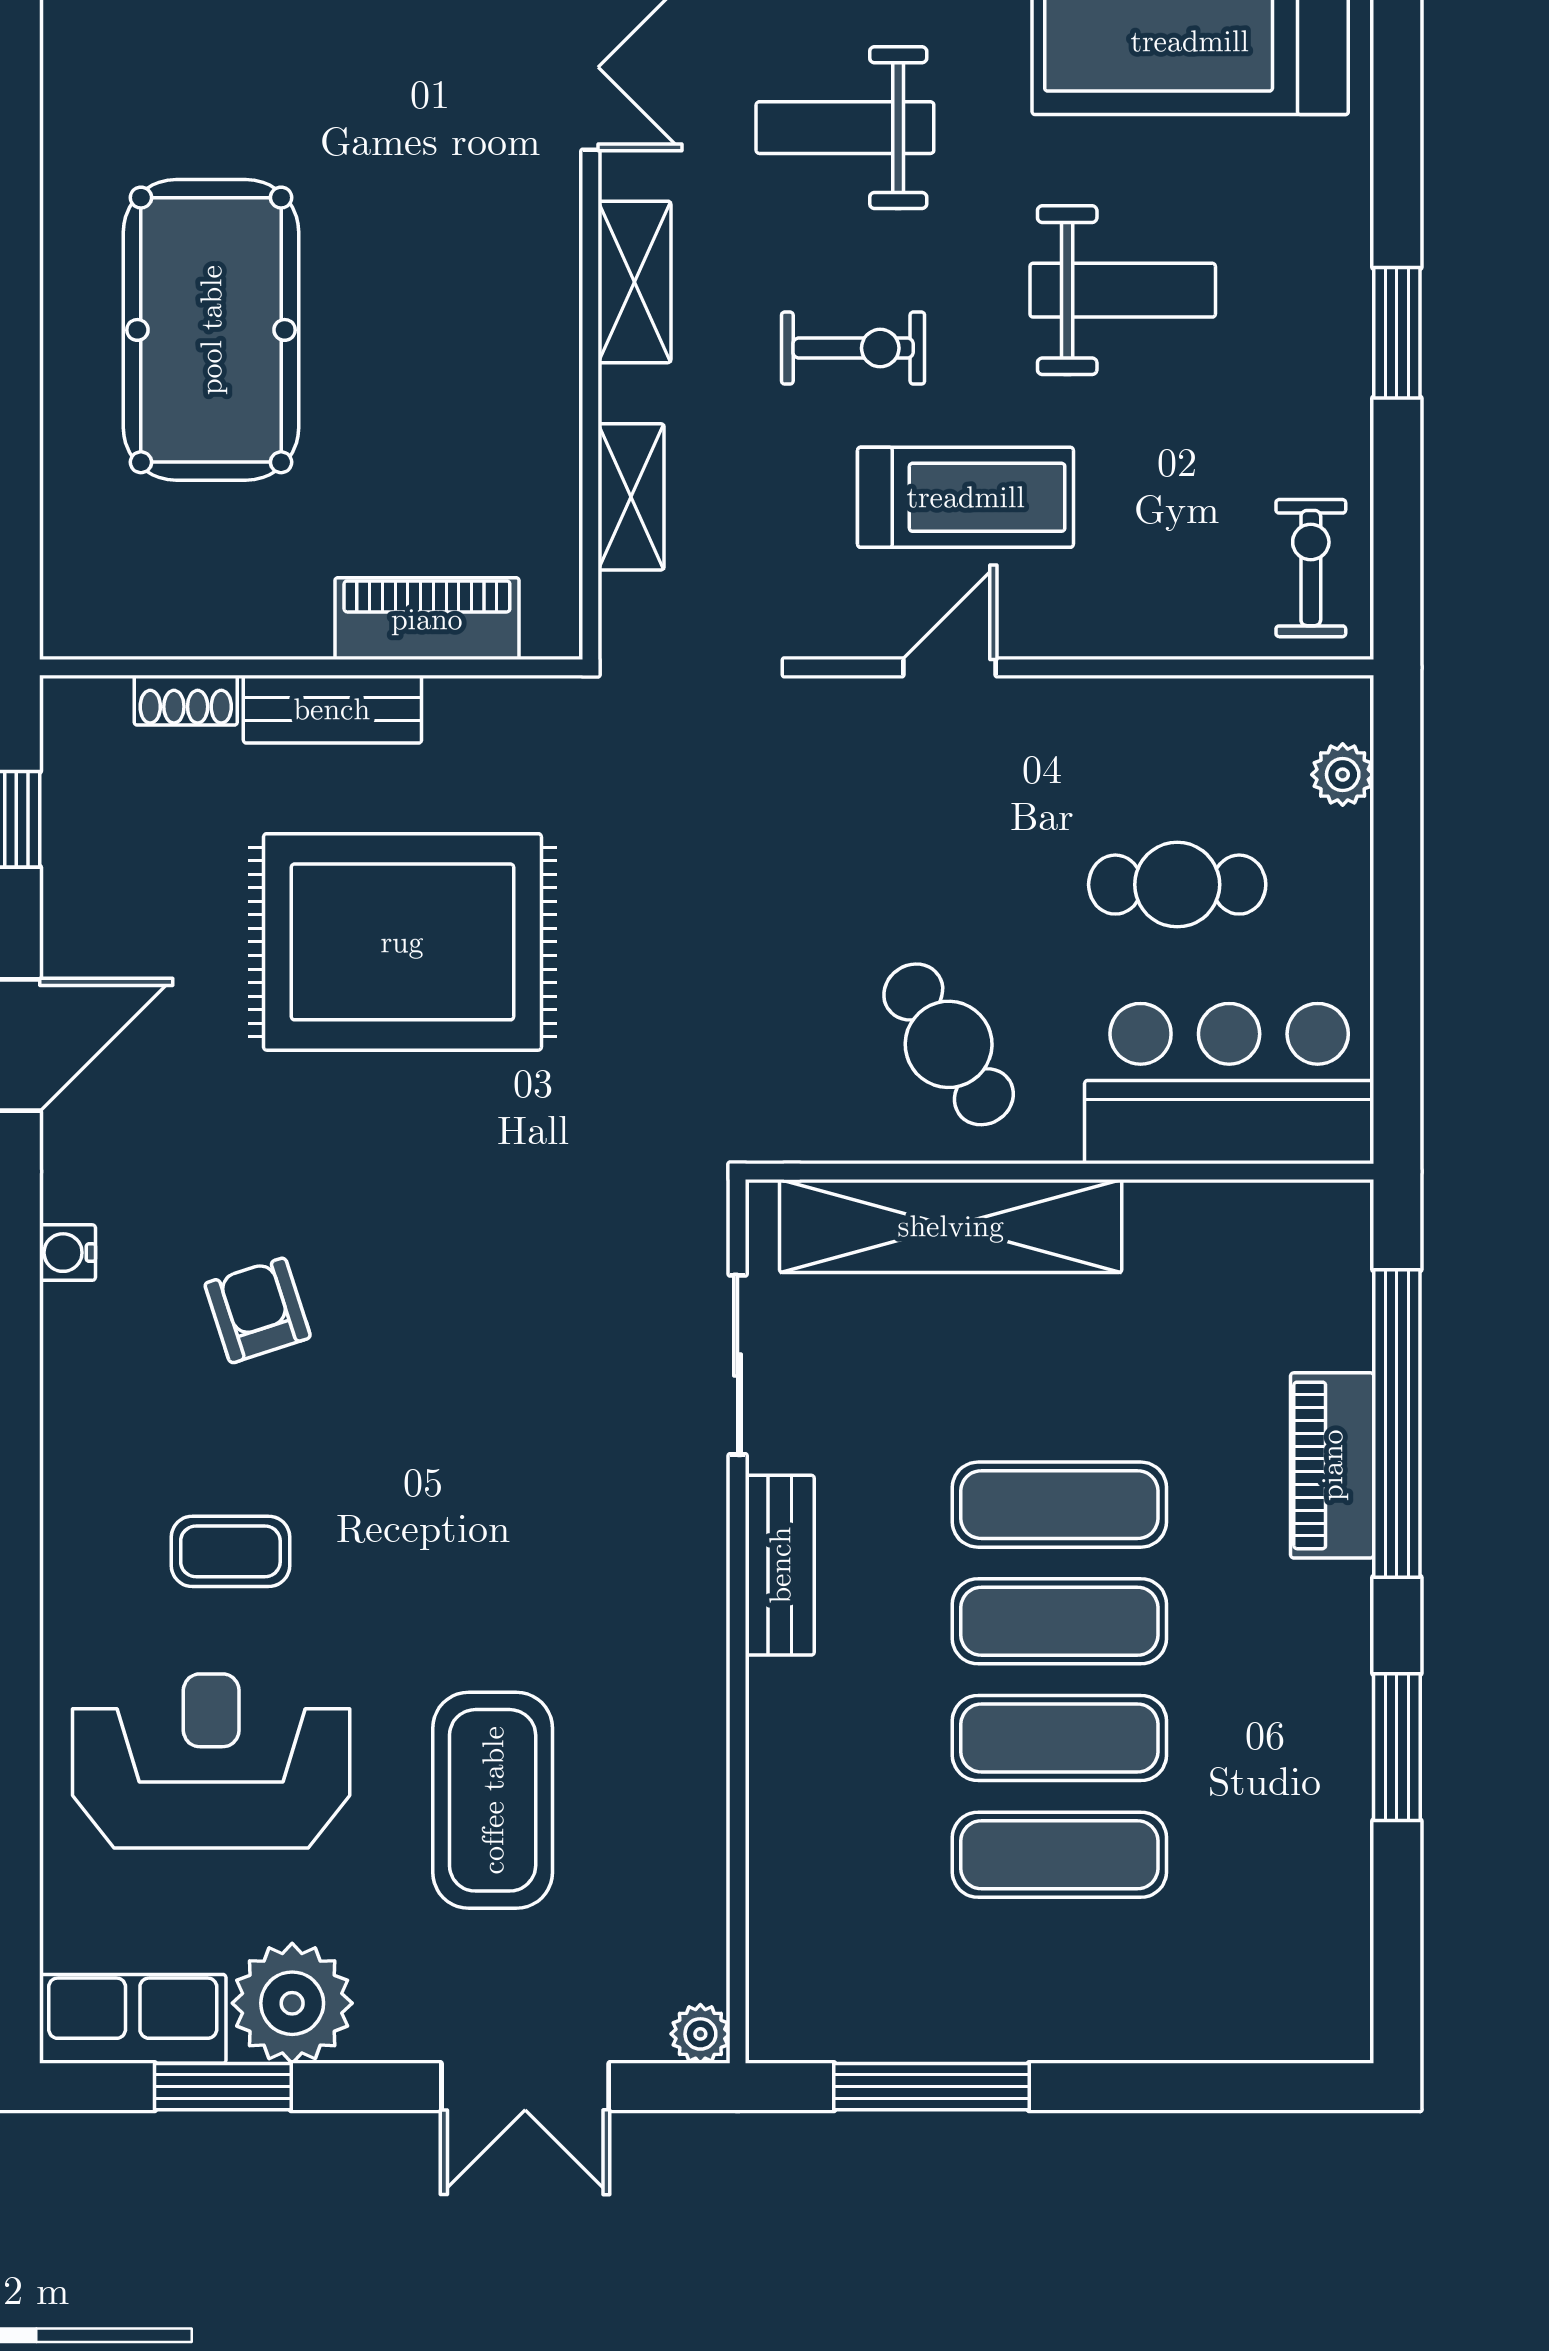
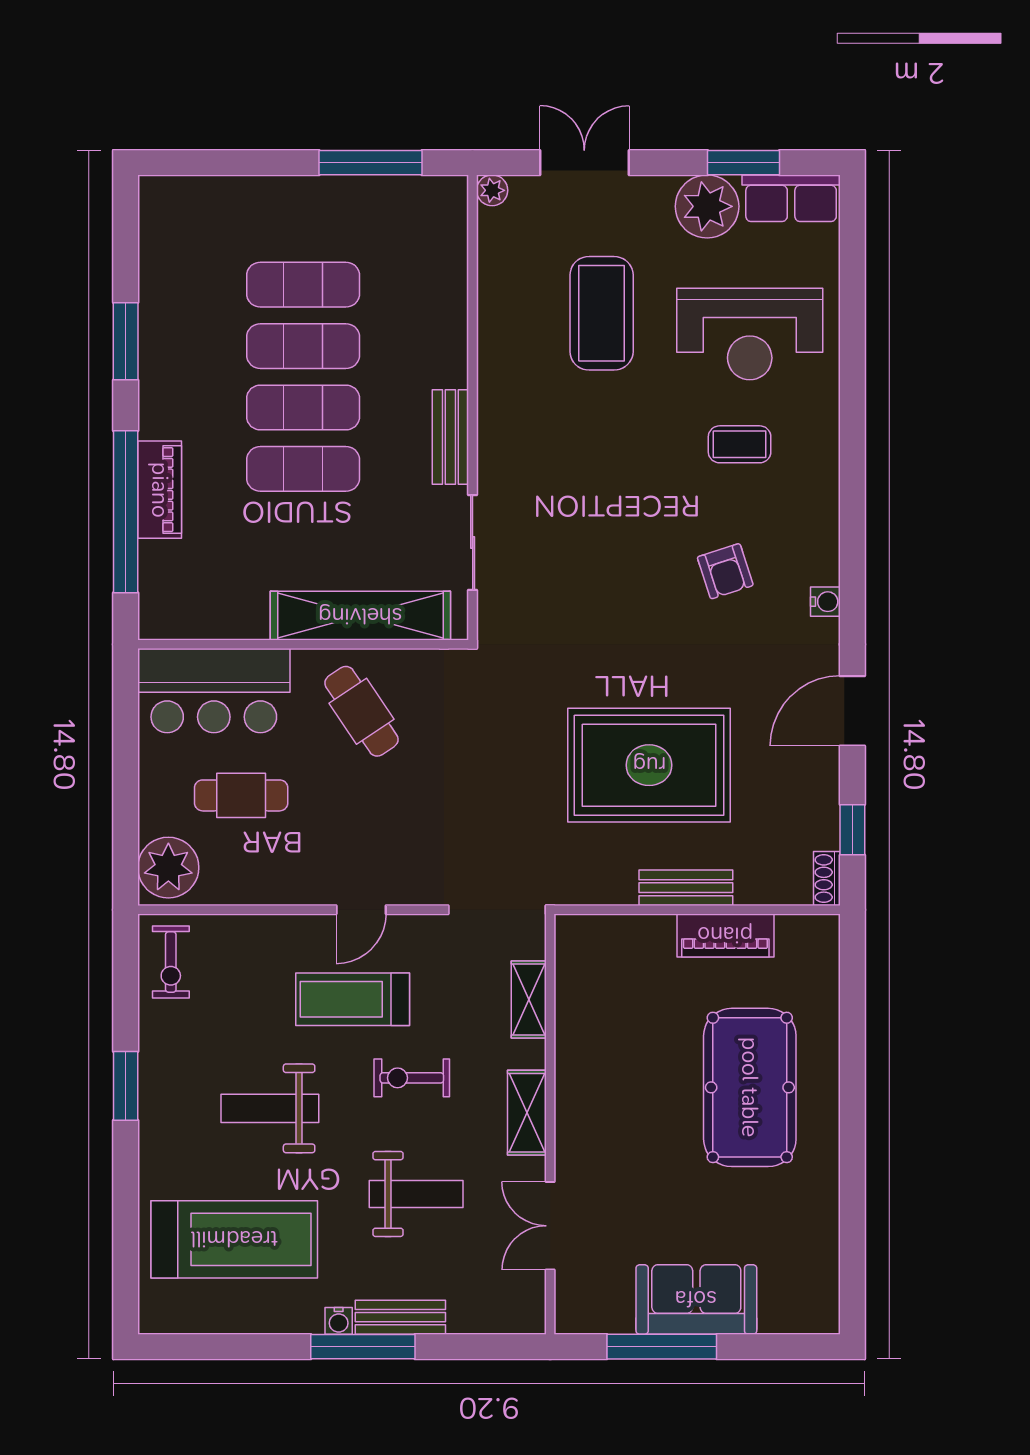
piano: (427, 619) -> (725, 935), moved
shoe rack: (186, 700) -> (827, 879), moved, turned -90
plant: (1343, 775) -> (168, 868), width x1.88, depth x1.88

